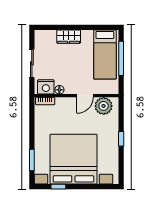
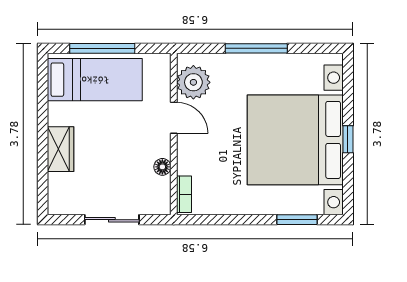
nightstand: (46, 87) -> (157, 193), removed
window: (121, 139) -> (256, 48), width x2.17
window: (58, 187) -> (348, 139), moved

